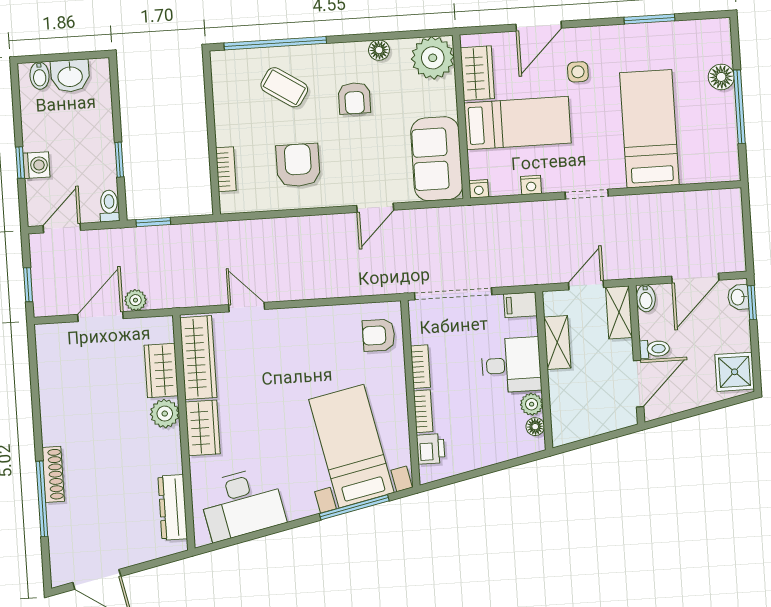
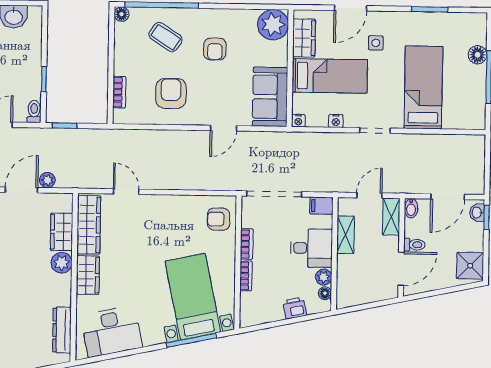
floor lamp: (379, 50) -> (122, 14), moved
printer: (431, 449) -> (295, 308), moved, turned -102

